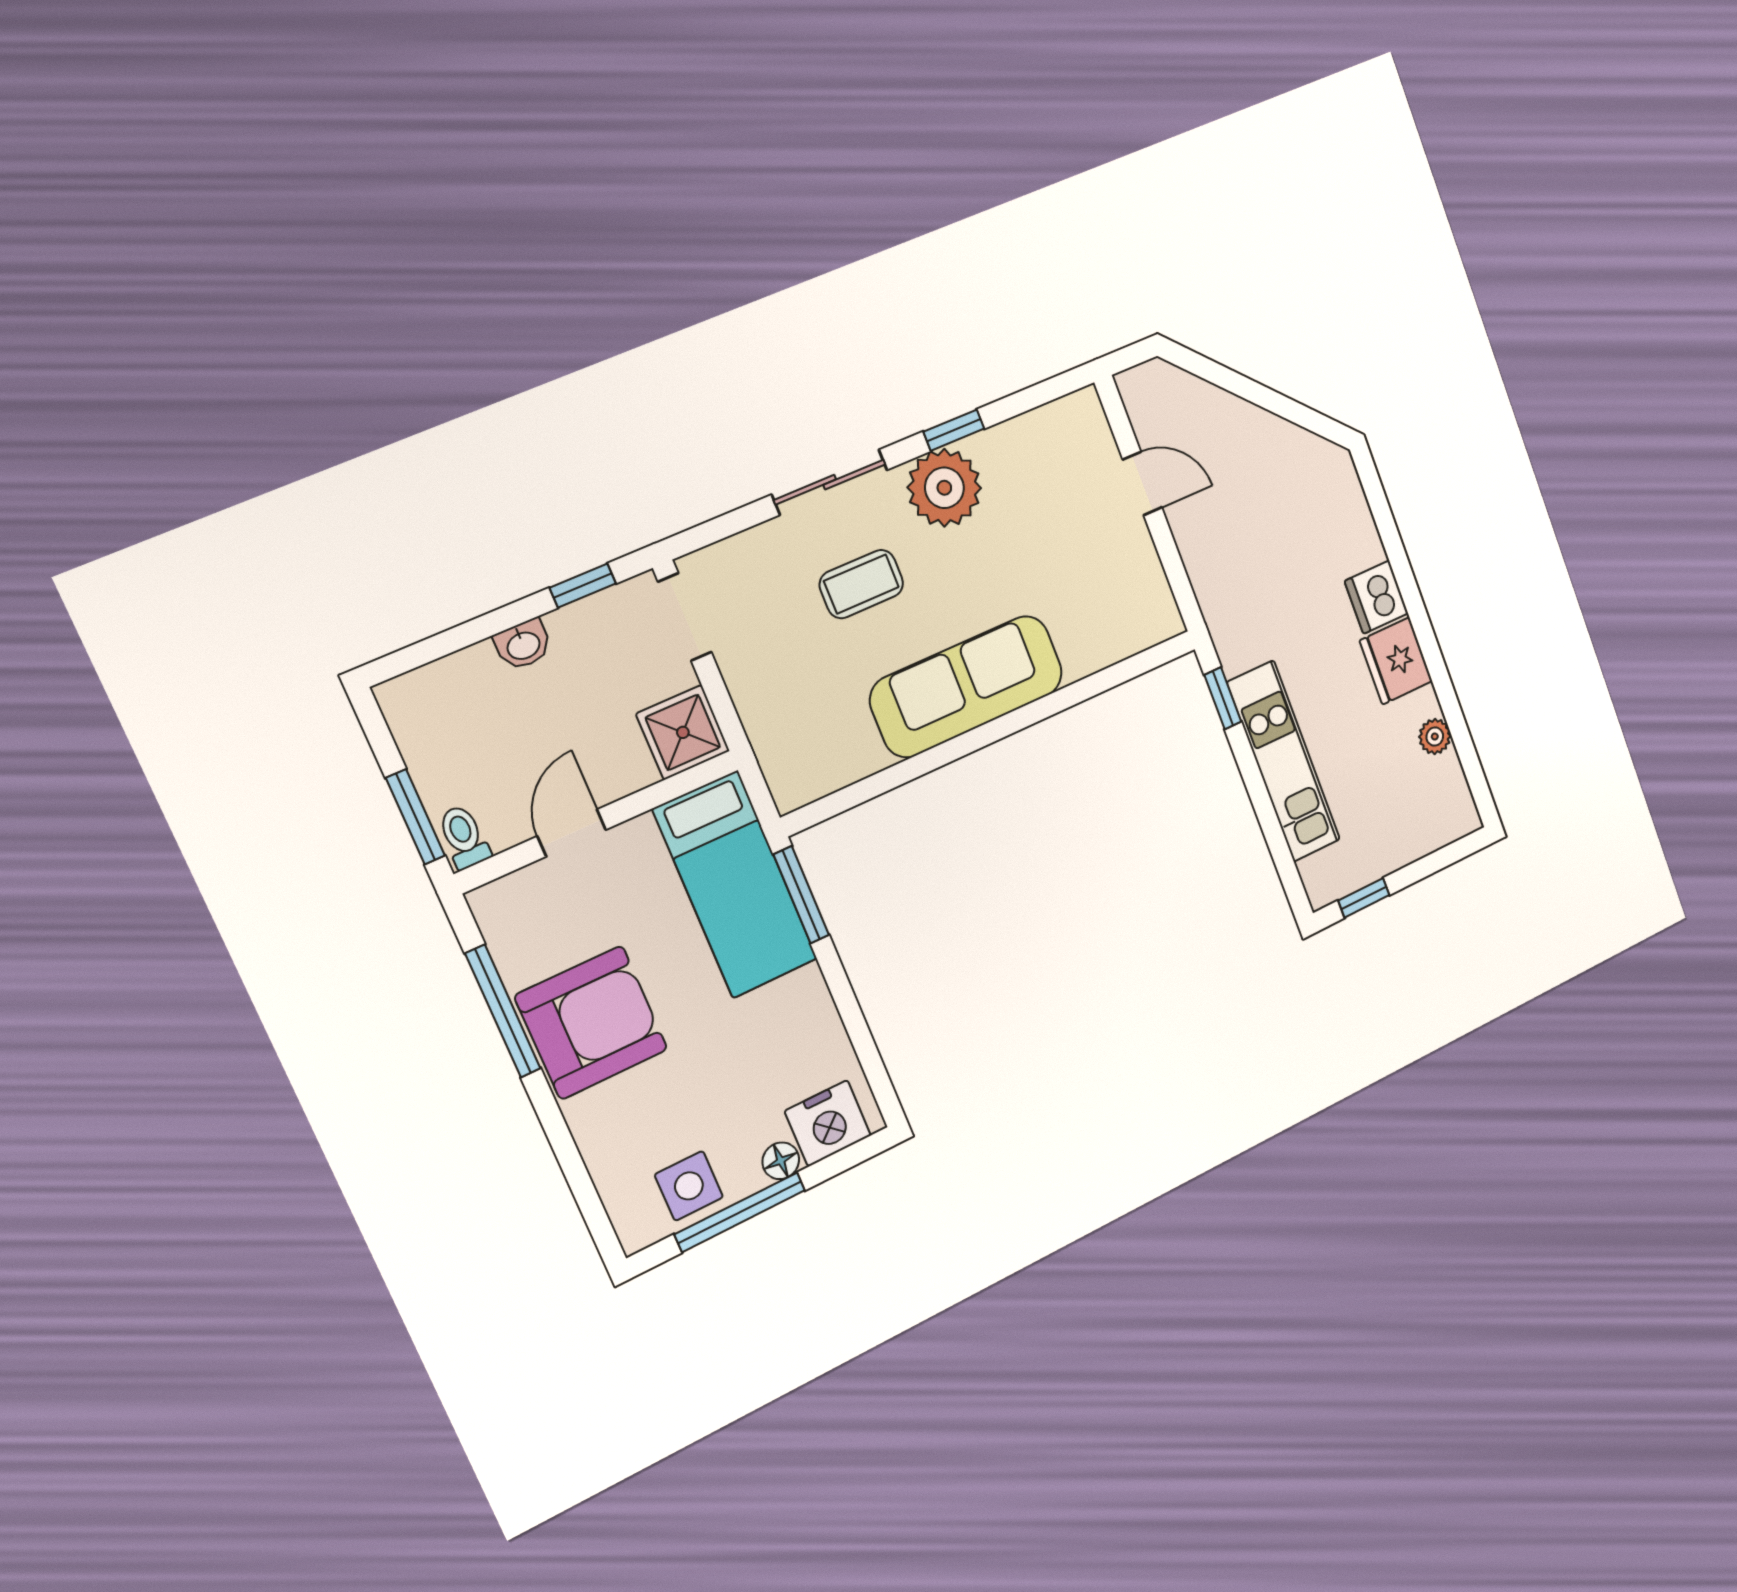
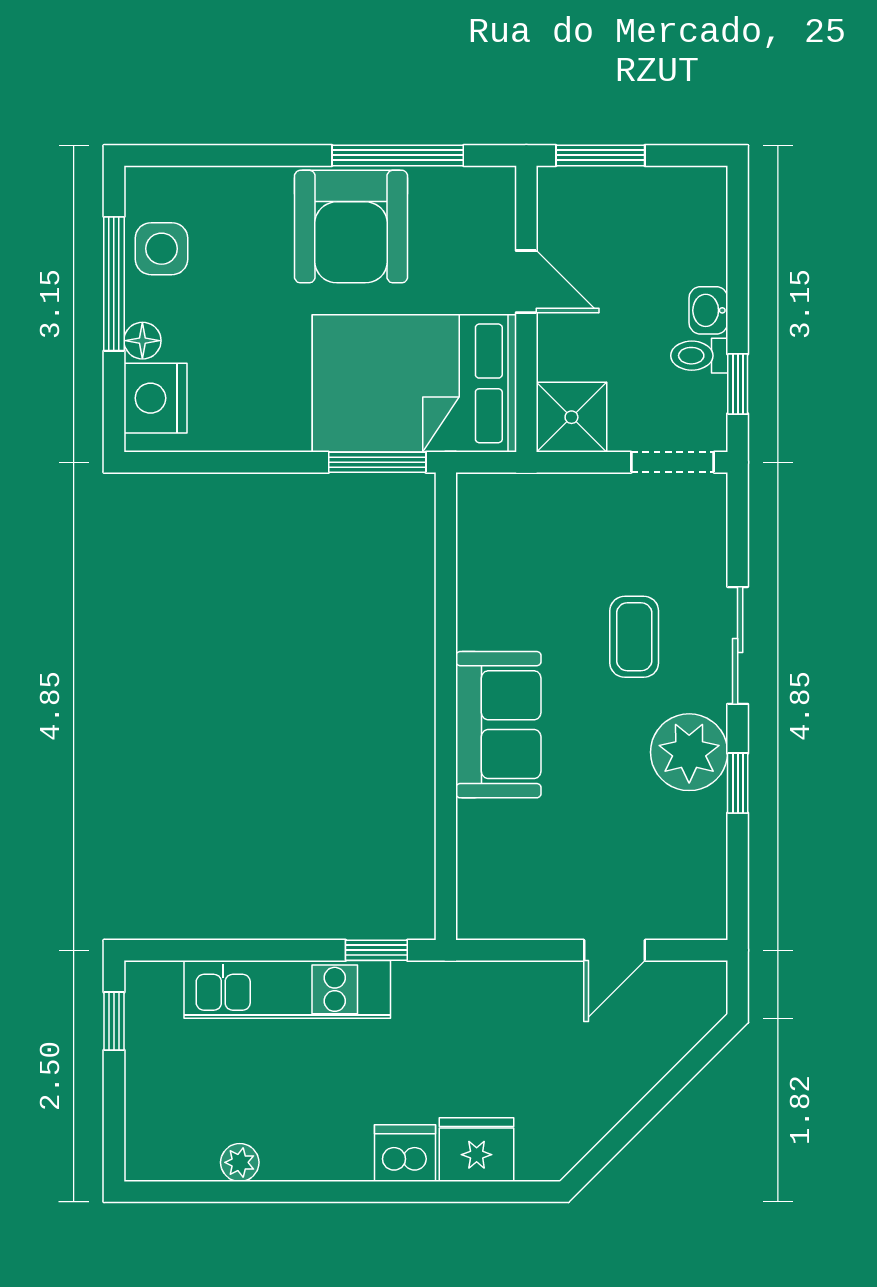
fridge: (1396, 661) -> (477, 1150), moved
sofa: (967, 686) -> (498, 725), width x0.73
toilet: (464, 837) -> (699, 356), moved, turned 180
bed: (735, 885) -> (414, 383), width x1.50

